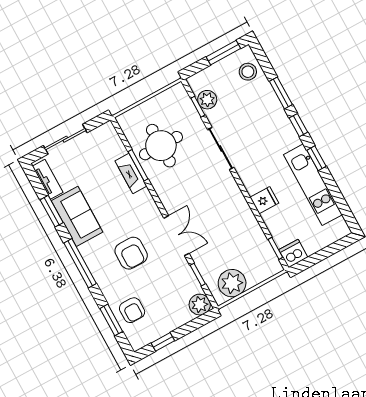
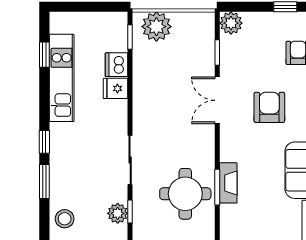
window: (317, 158) -> (44, 55), moved
dishwasher: (293, 253) -> (117, 65), moved, turned 90
plant: (232, 283) -> (156, 27), moved

